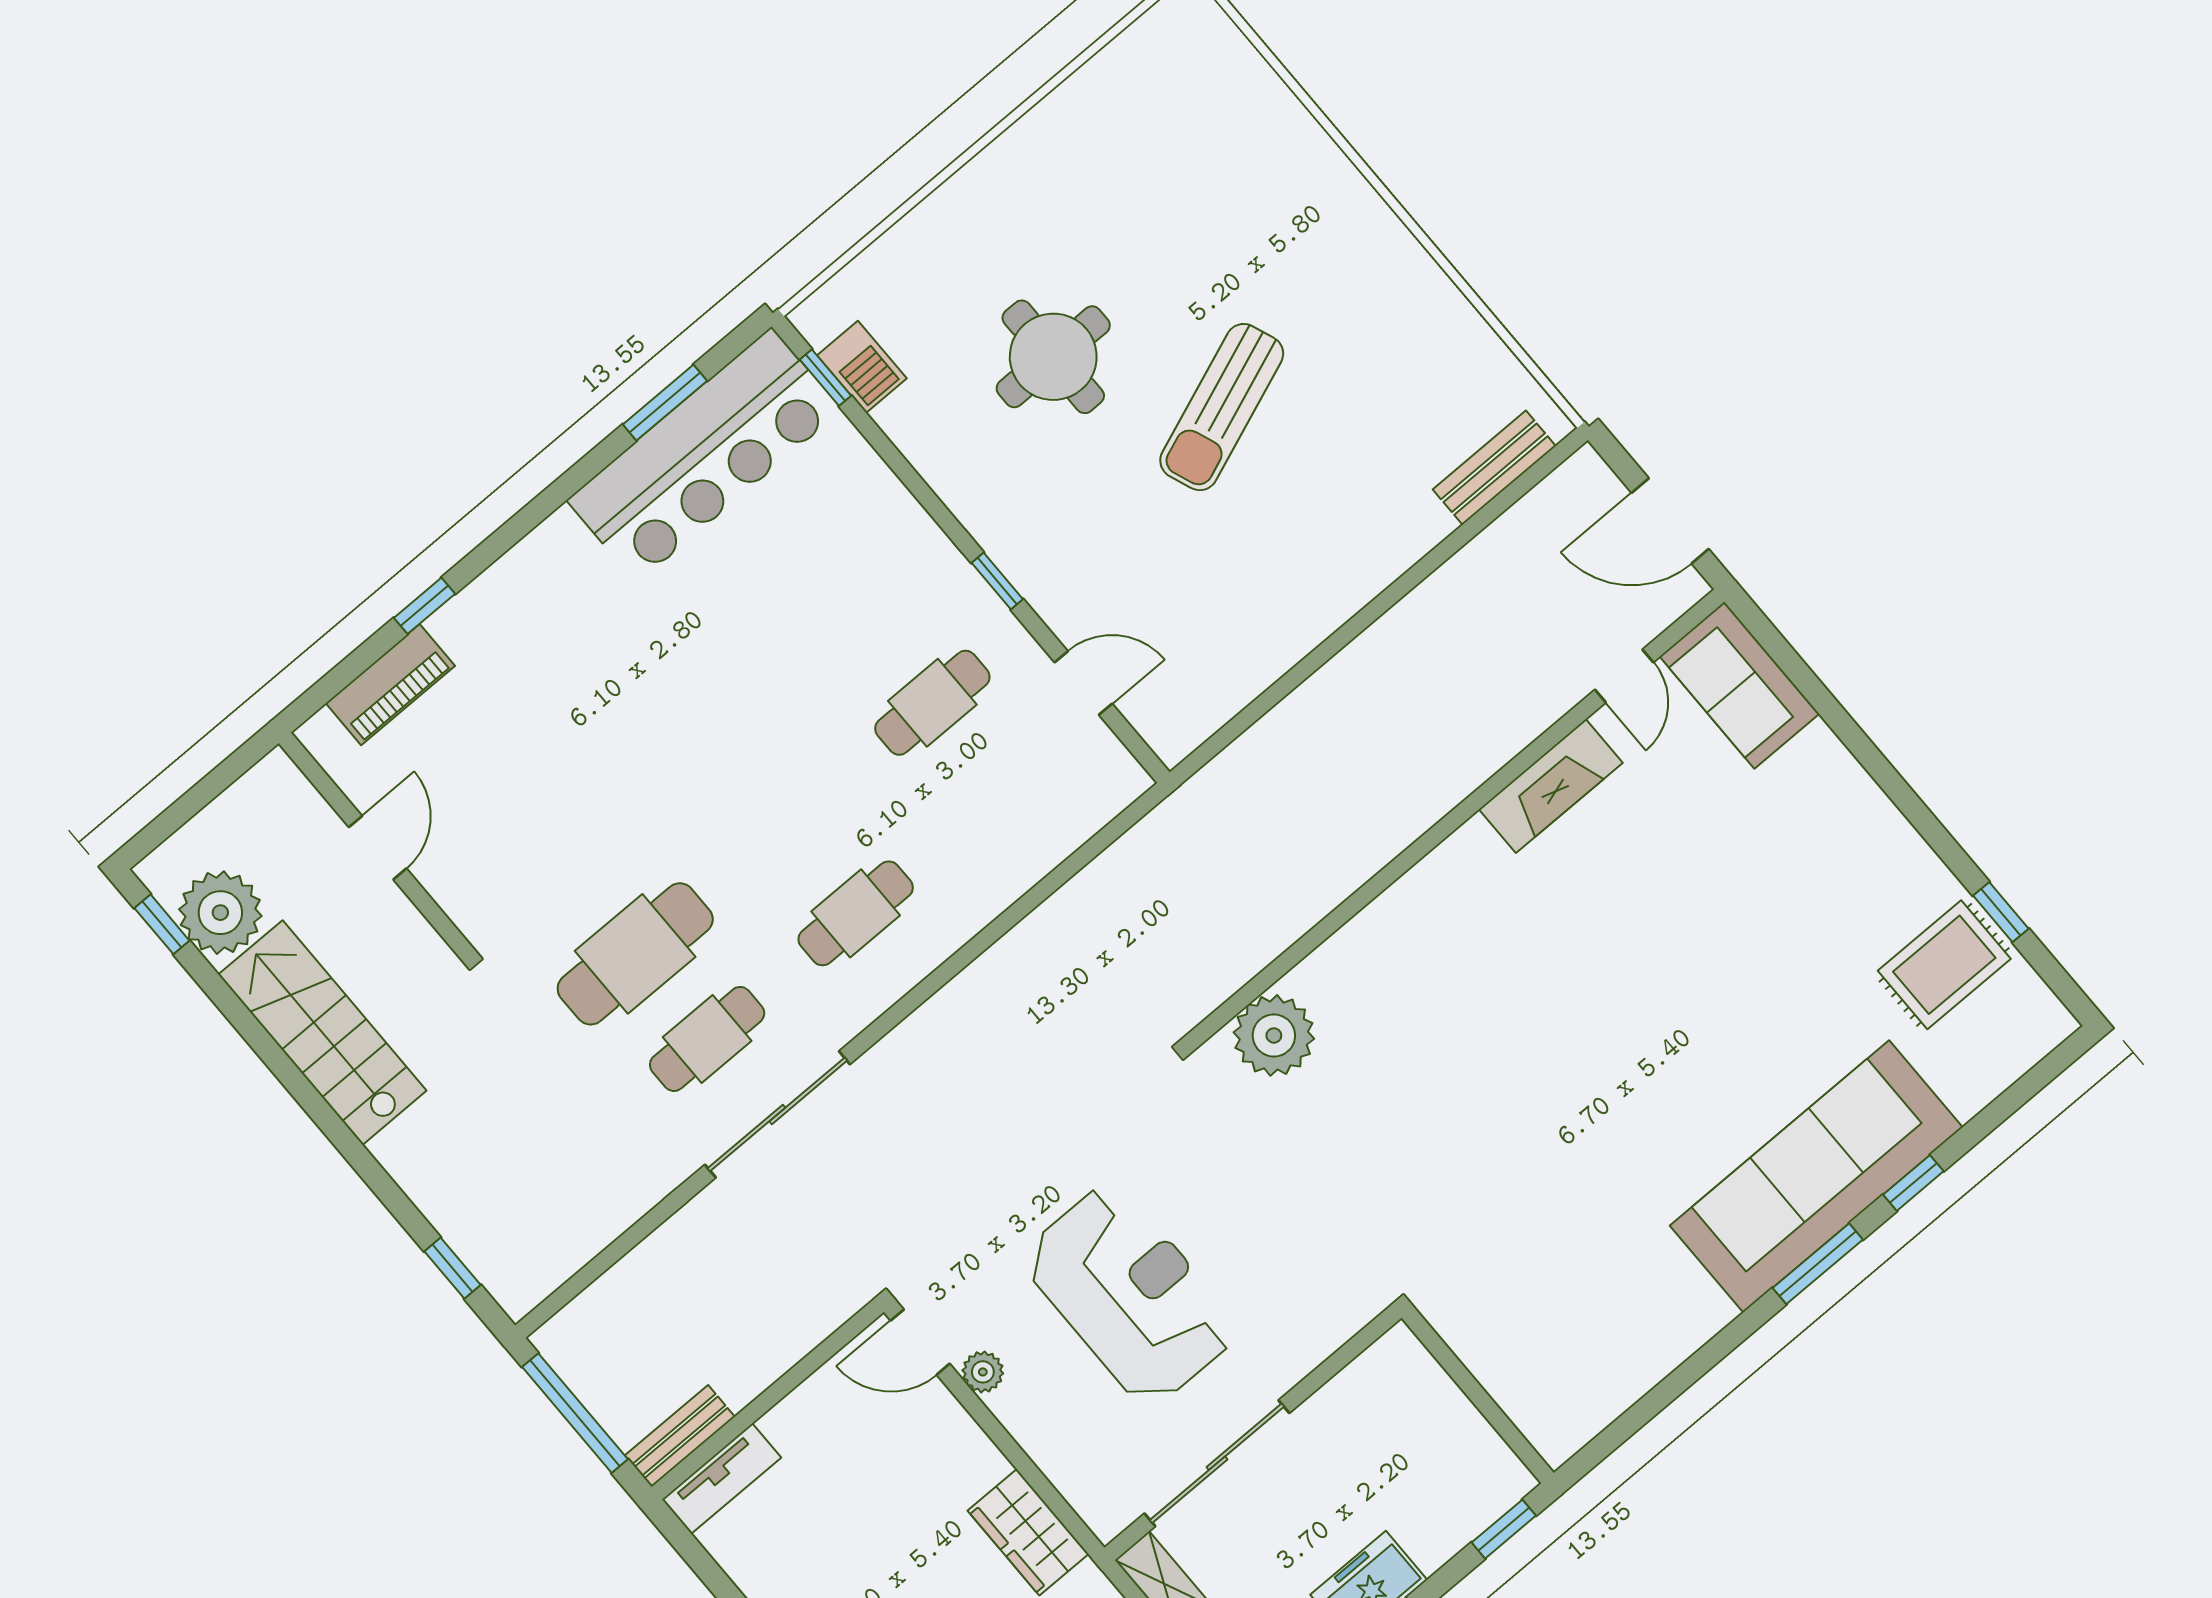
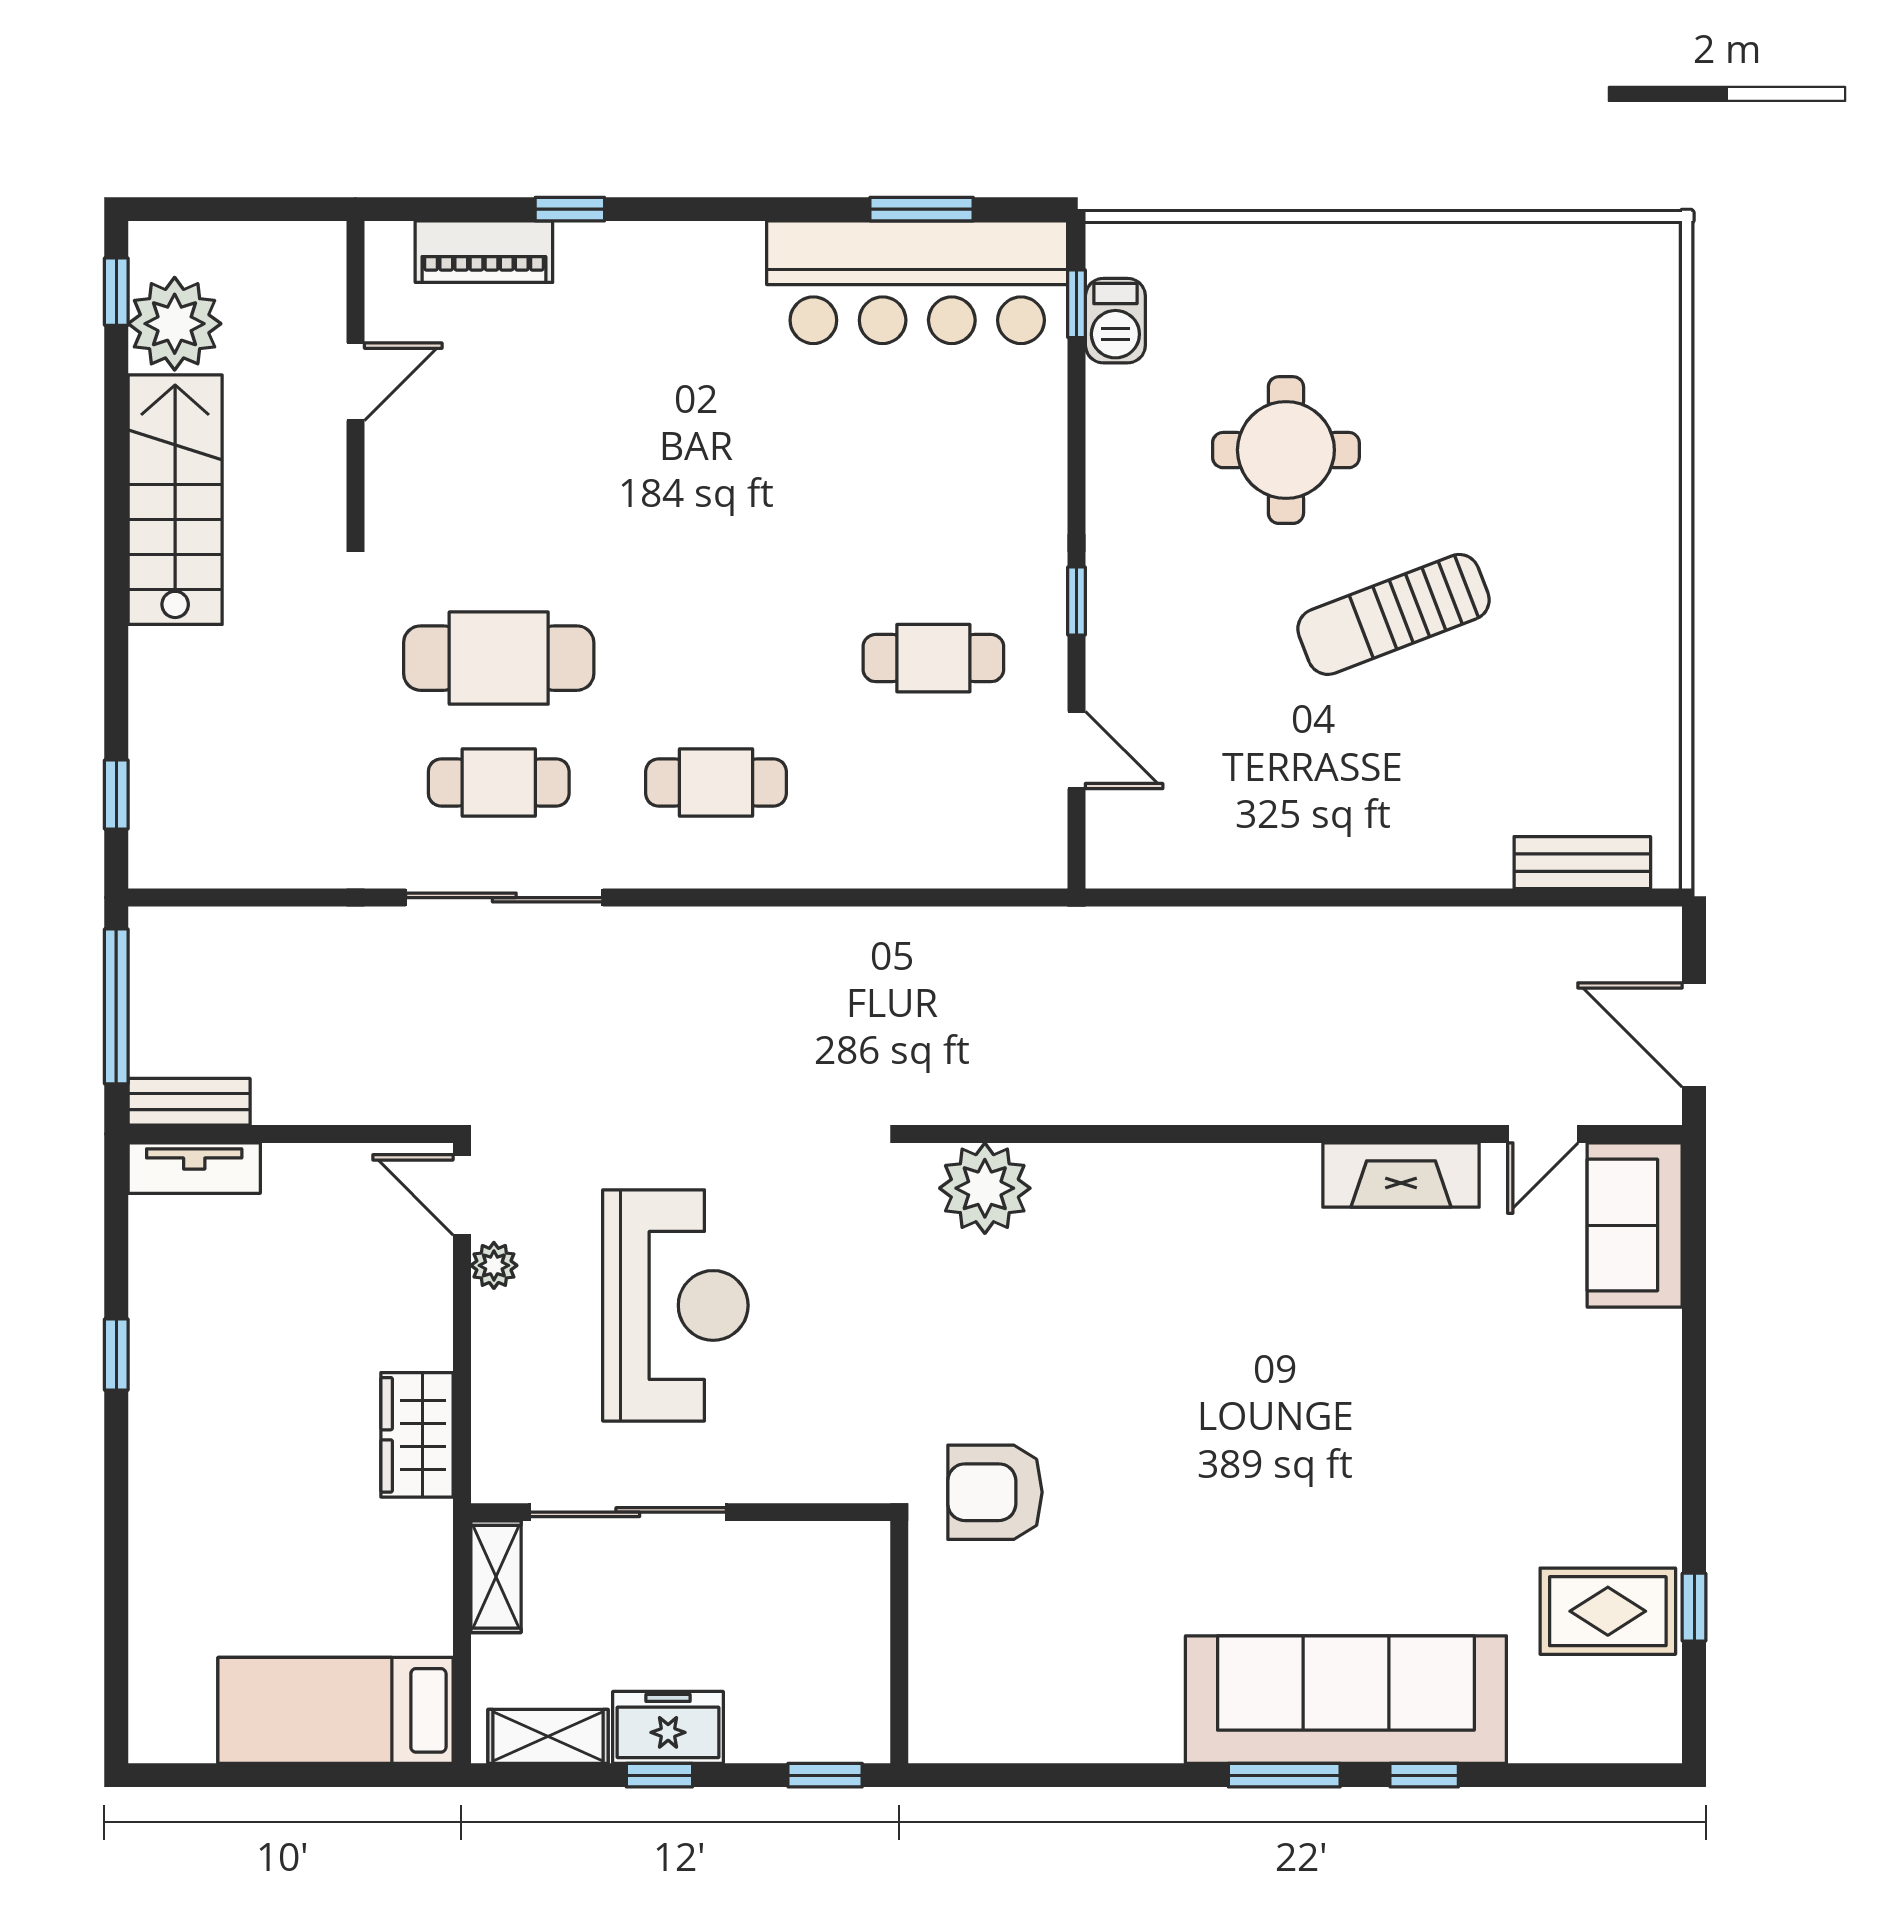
armchair: (1456, 1237) -> (995, 1492), added

